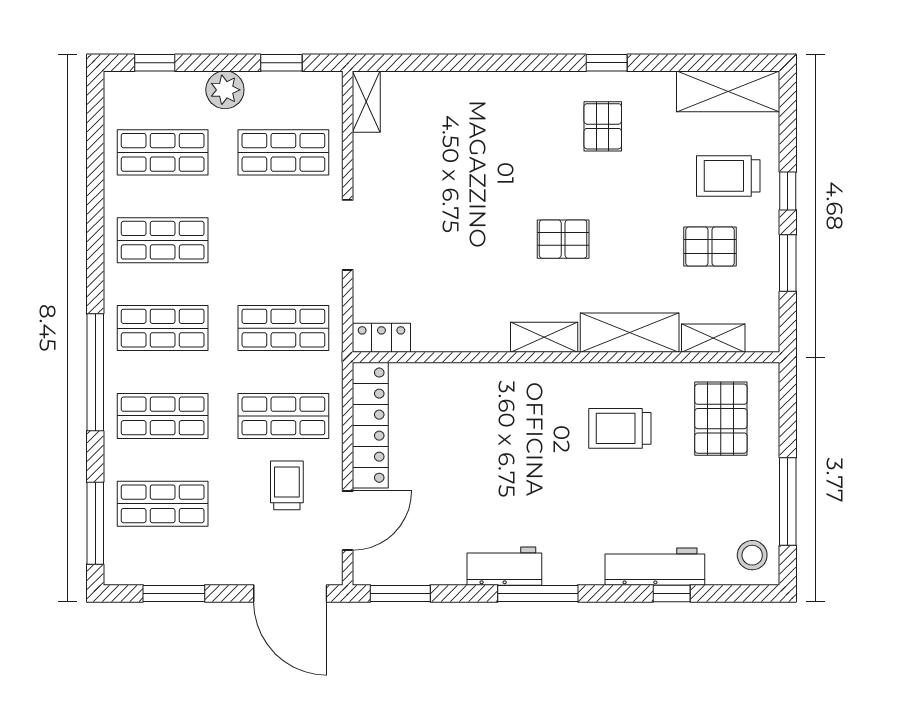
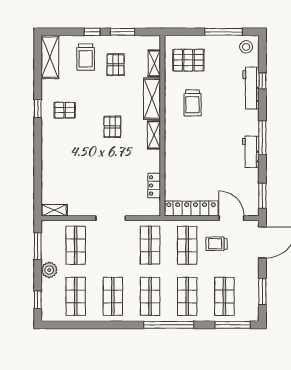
window: (281, 63) -> (38, 246), width x1.50
locker: (381, 338) -> (154, 185), moved

